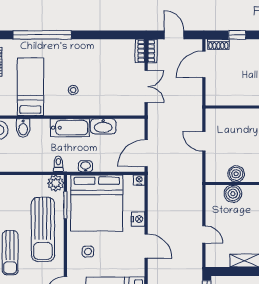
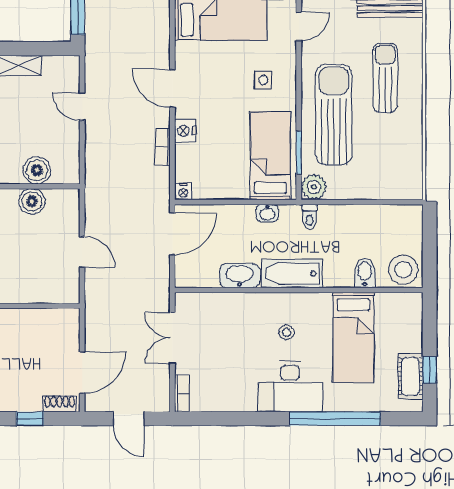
bookcase: (152, 51) -> (163, 147), moved
desk: (71, 55) -> (290, 387), added
bed: (97, 203) -> (270, 156), width x0.49

